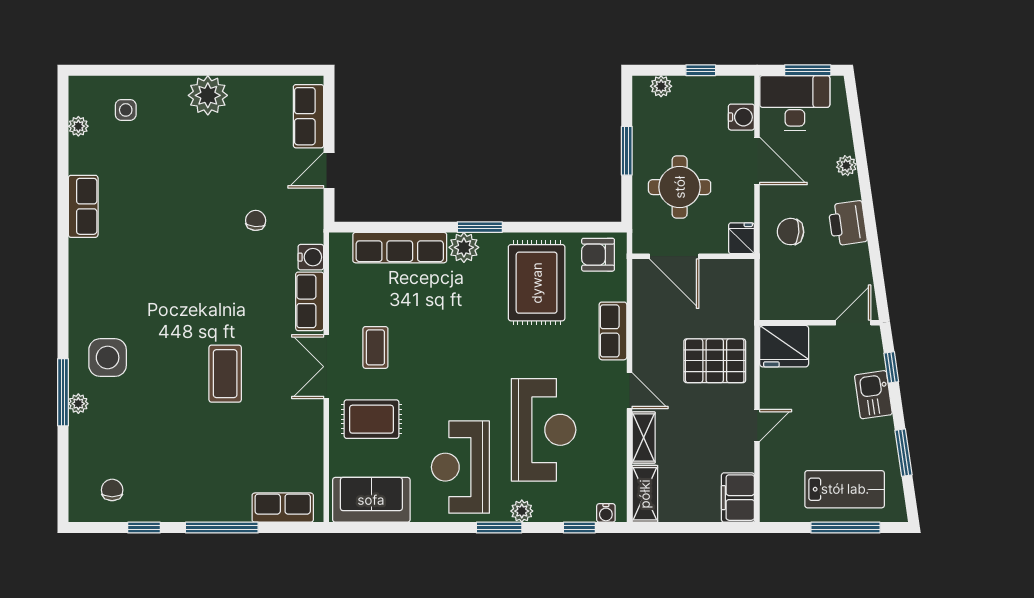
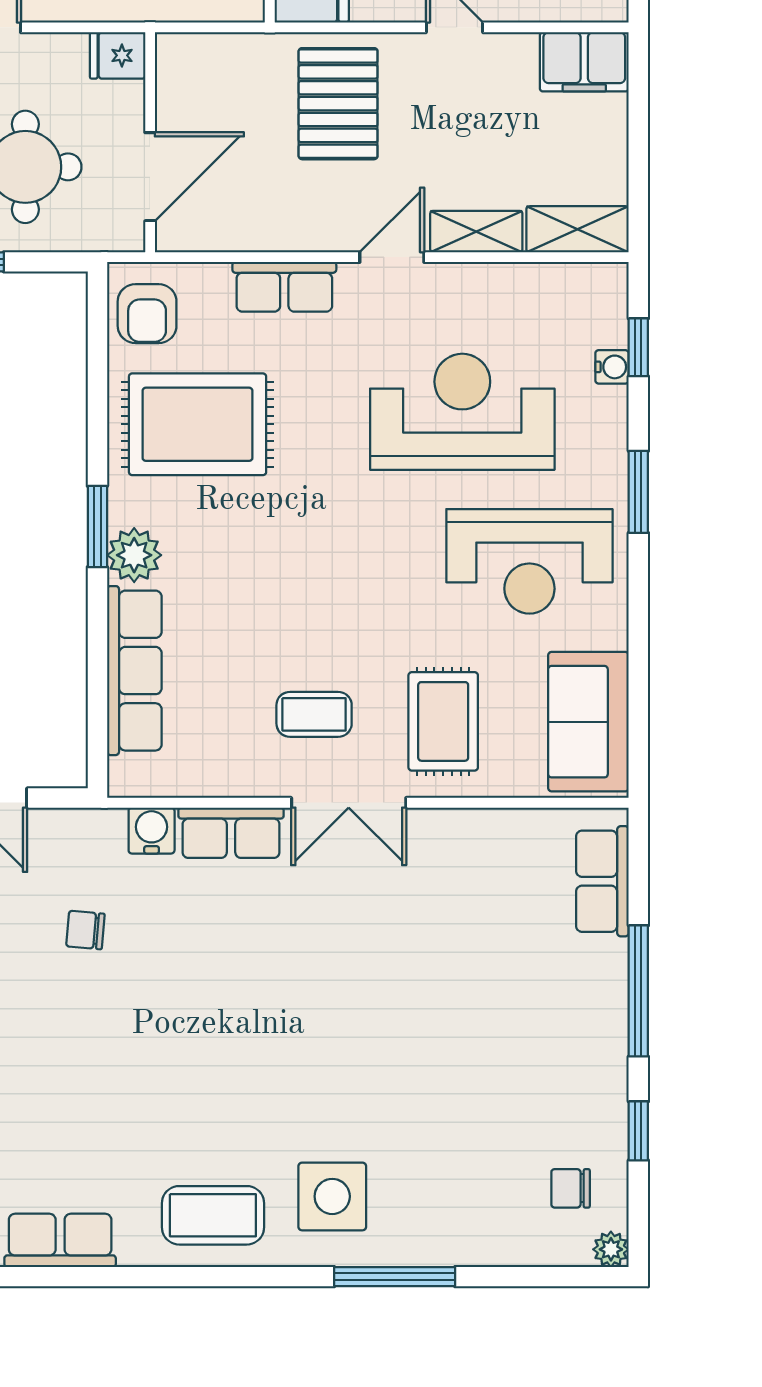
coffee table: (225, 374) -> (213, 1215), moved
plant: (78, 404) -> (611, 1249), moved
plant: (522, 511) -> (609, 451), removed
water cooler: (606, 513) -> (612, 367), moved

